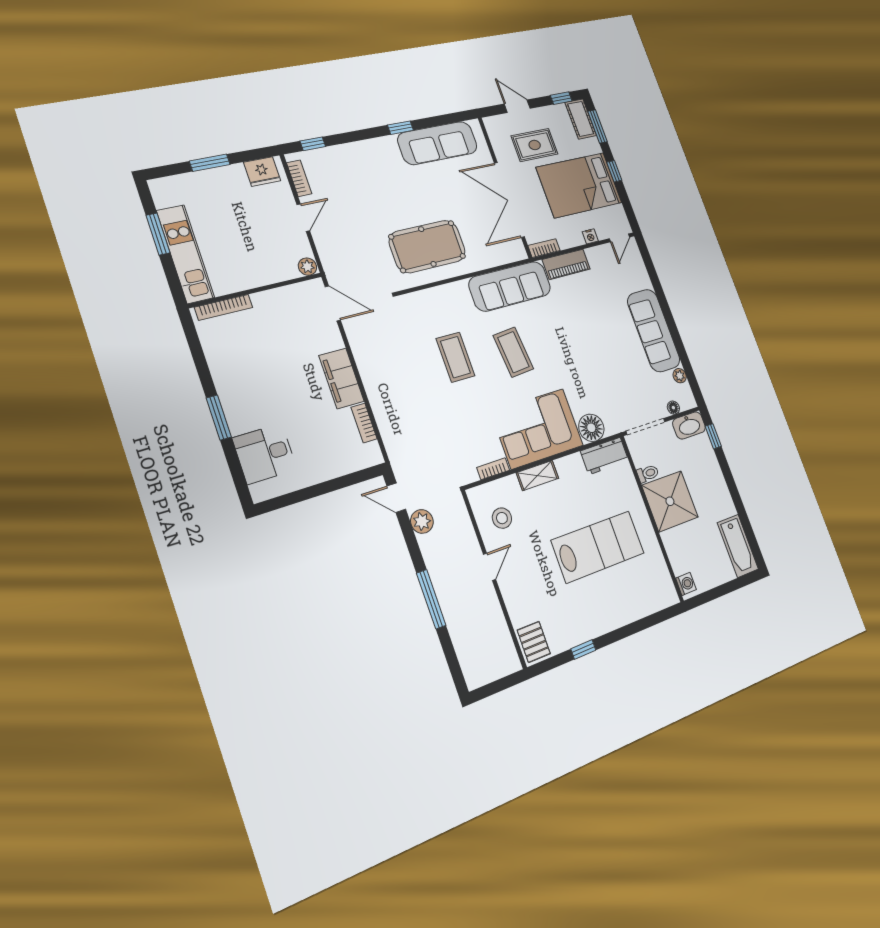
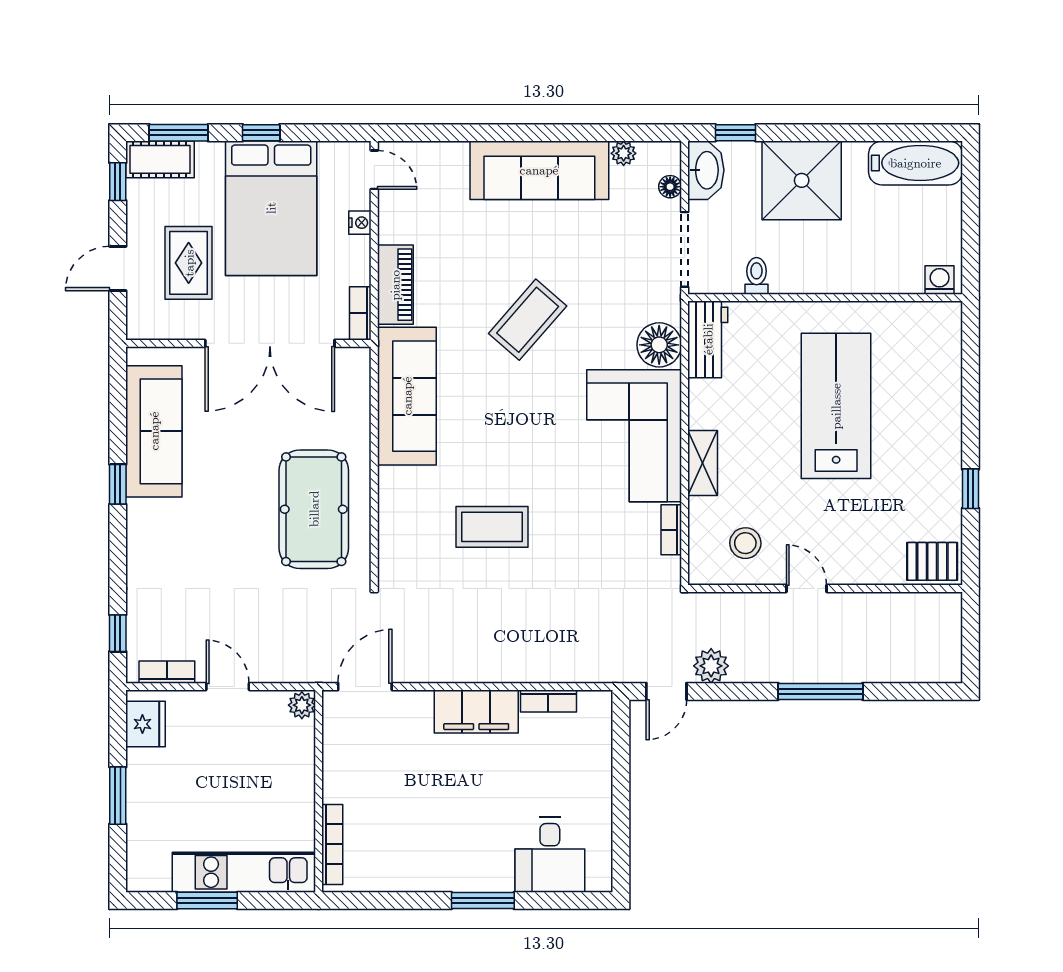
coffee table: (513, 352) -> (528, 320), moved, turned -44
shower: (670, 501) -> (802, 180), moved

